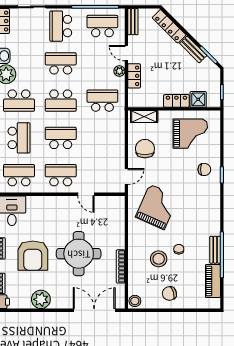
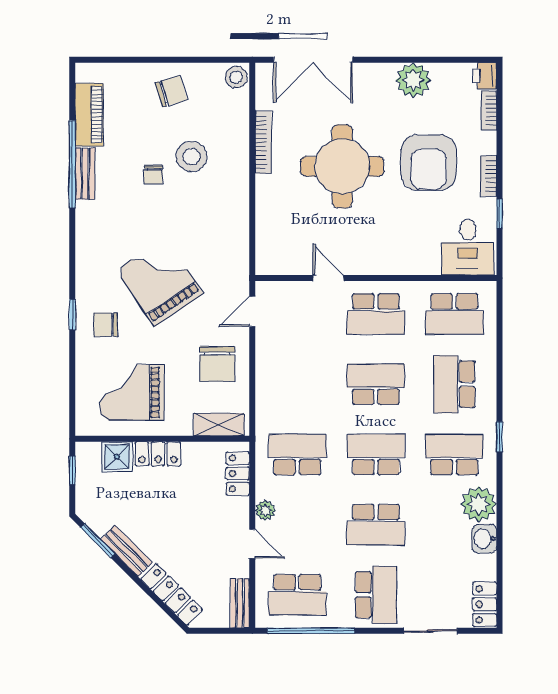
locker: (134, 76) -> (238, 473), moved
school desk: (102, 101) -> (297, 454), turned 180
school desk: (61, 138) -> (376, 384), turned 180
grand piano: (157, 207) -> (160, 282), moved, turned 122
armchair: (33, 256) -> (429, 163), turned 180

